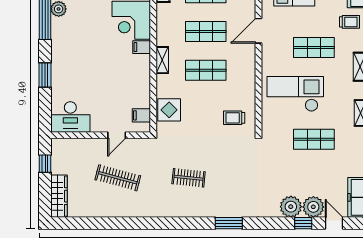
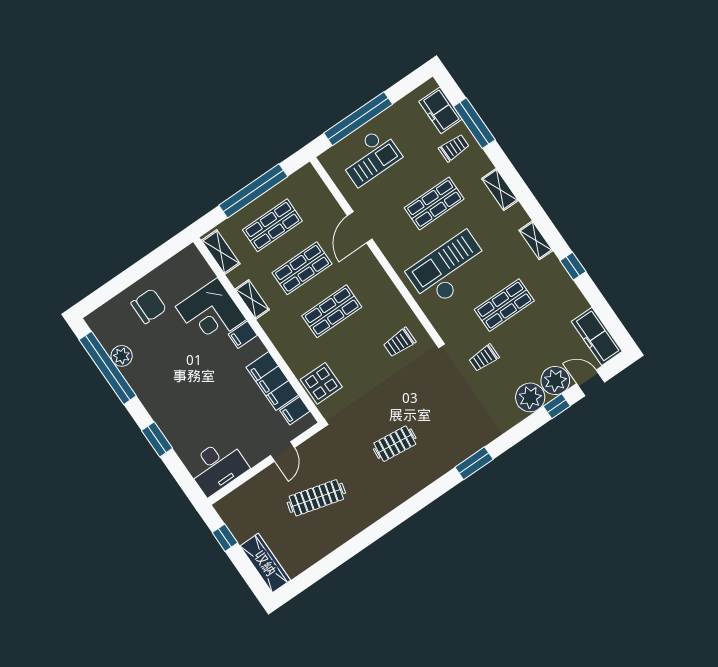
shelving: (162, 60) -> (252, 299), moved
filing cabinet: (140, 88) -> (272, 381), added
trolley: (279, 163) -> (484, 358), added

